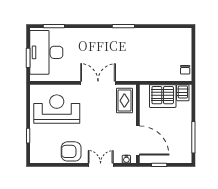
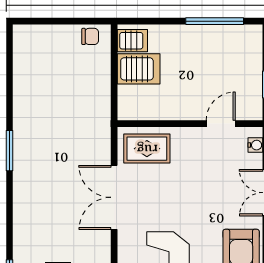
server rack: (163, 96) -> (139, 69), width x0.63
door: (138, 140) -> (221, 124), width x0.53

